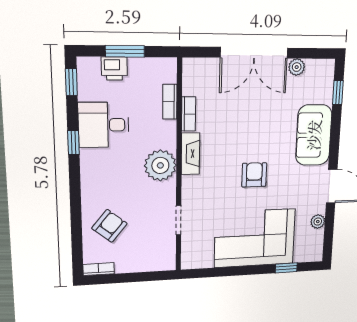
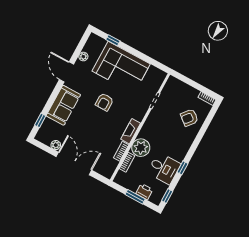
plant: (160, 165) -> (141, 148), moved

